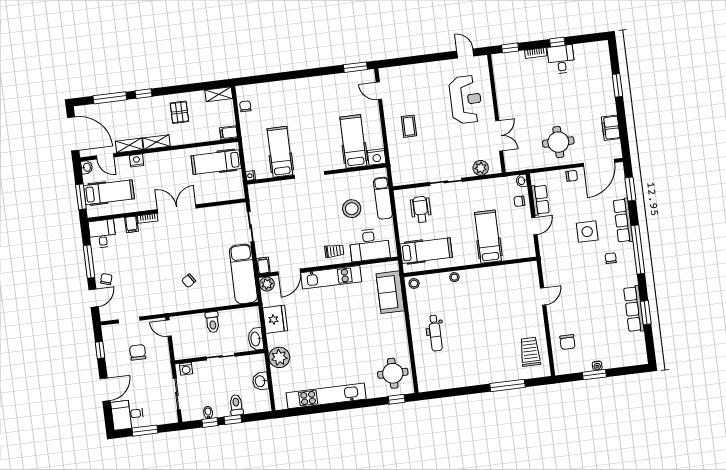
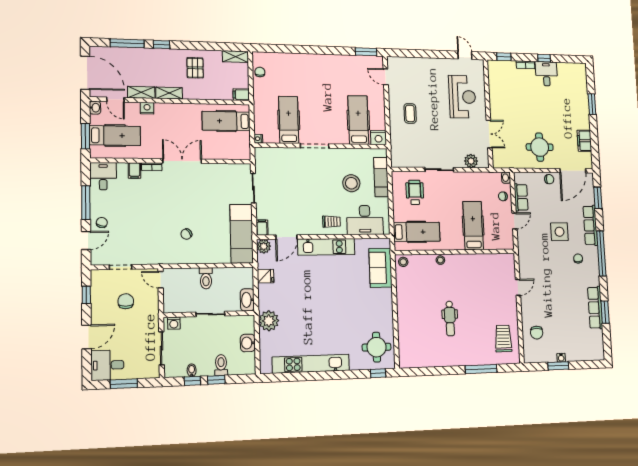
fridge: (275, 319) -> (266, 276), width x0.53, depth x0.75
dental chair: (435, 333) -> (450, 318), moved

